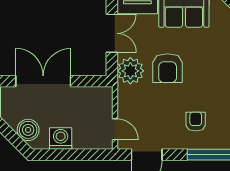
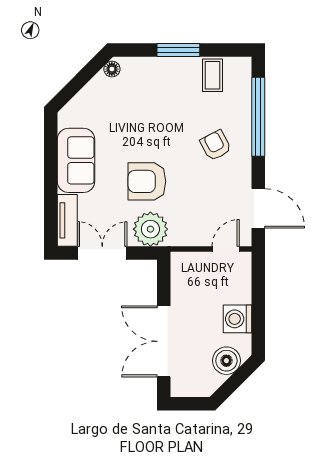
armchair: (168, 68) -> (147, 181), turned 180
armchair: (196, 122) -> (216, 145), turned 62

